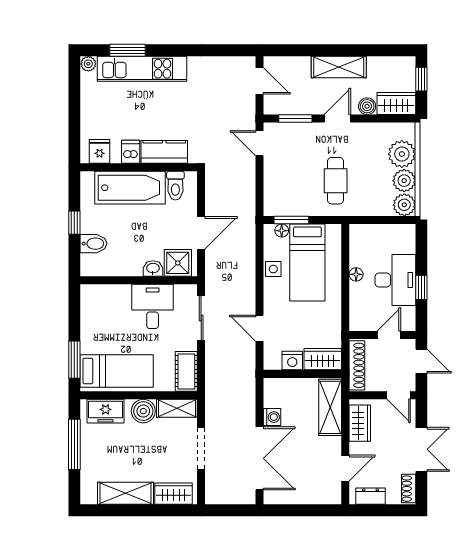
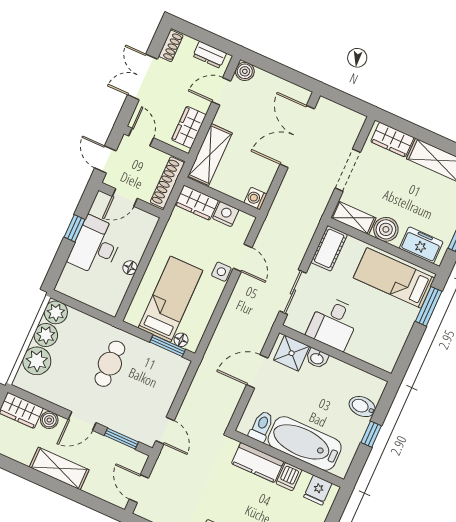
side table: (273, 269) -> (221, 272), moved
washing machine: (272, 417) -> (255, 198), moved
boiler: (332, 495) -> (245, 71), added

